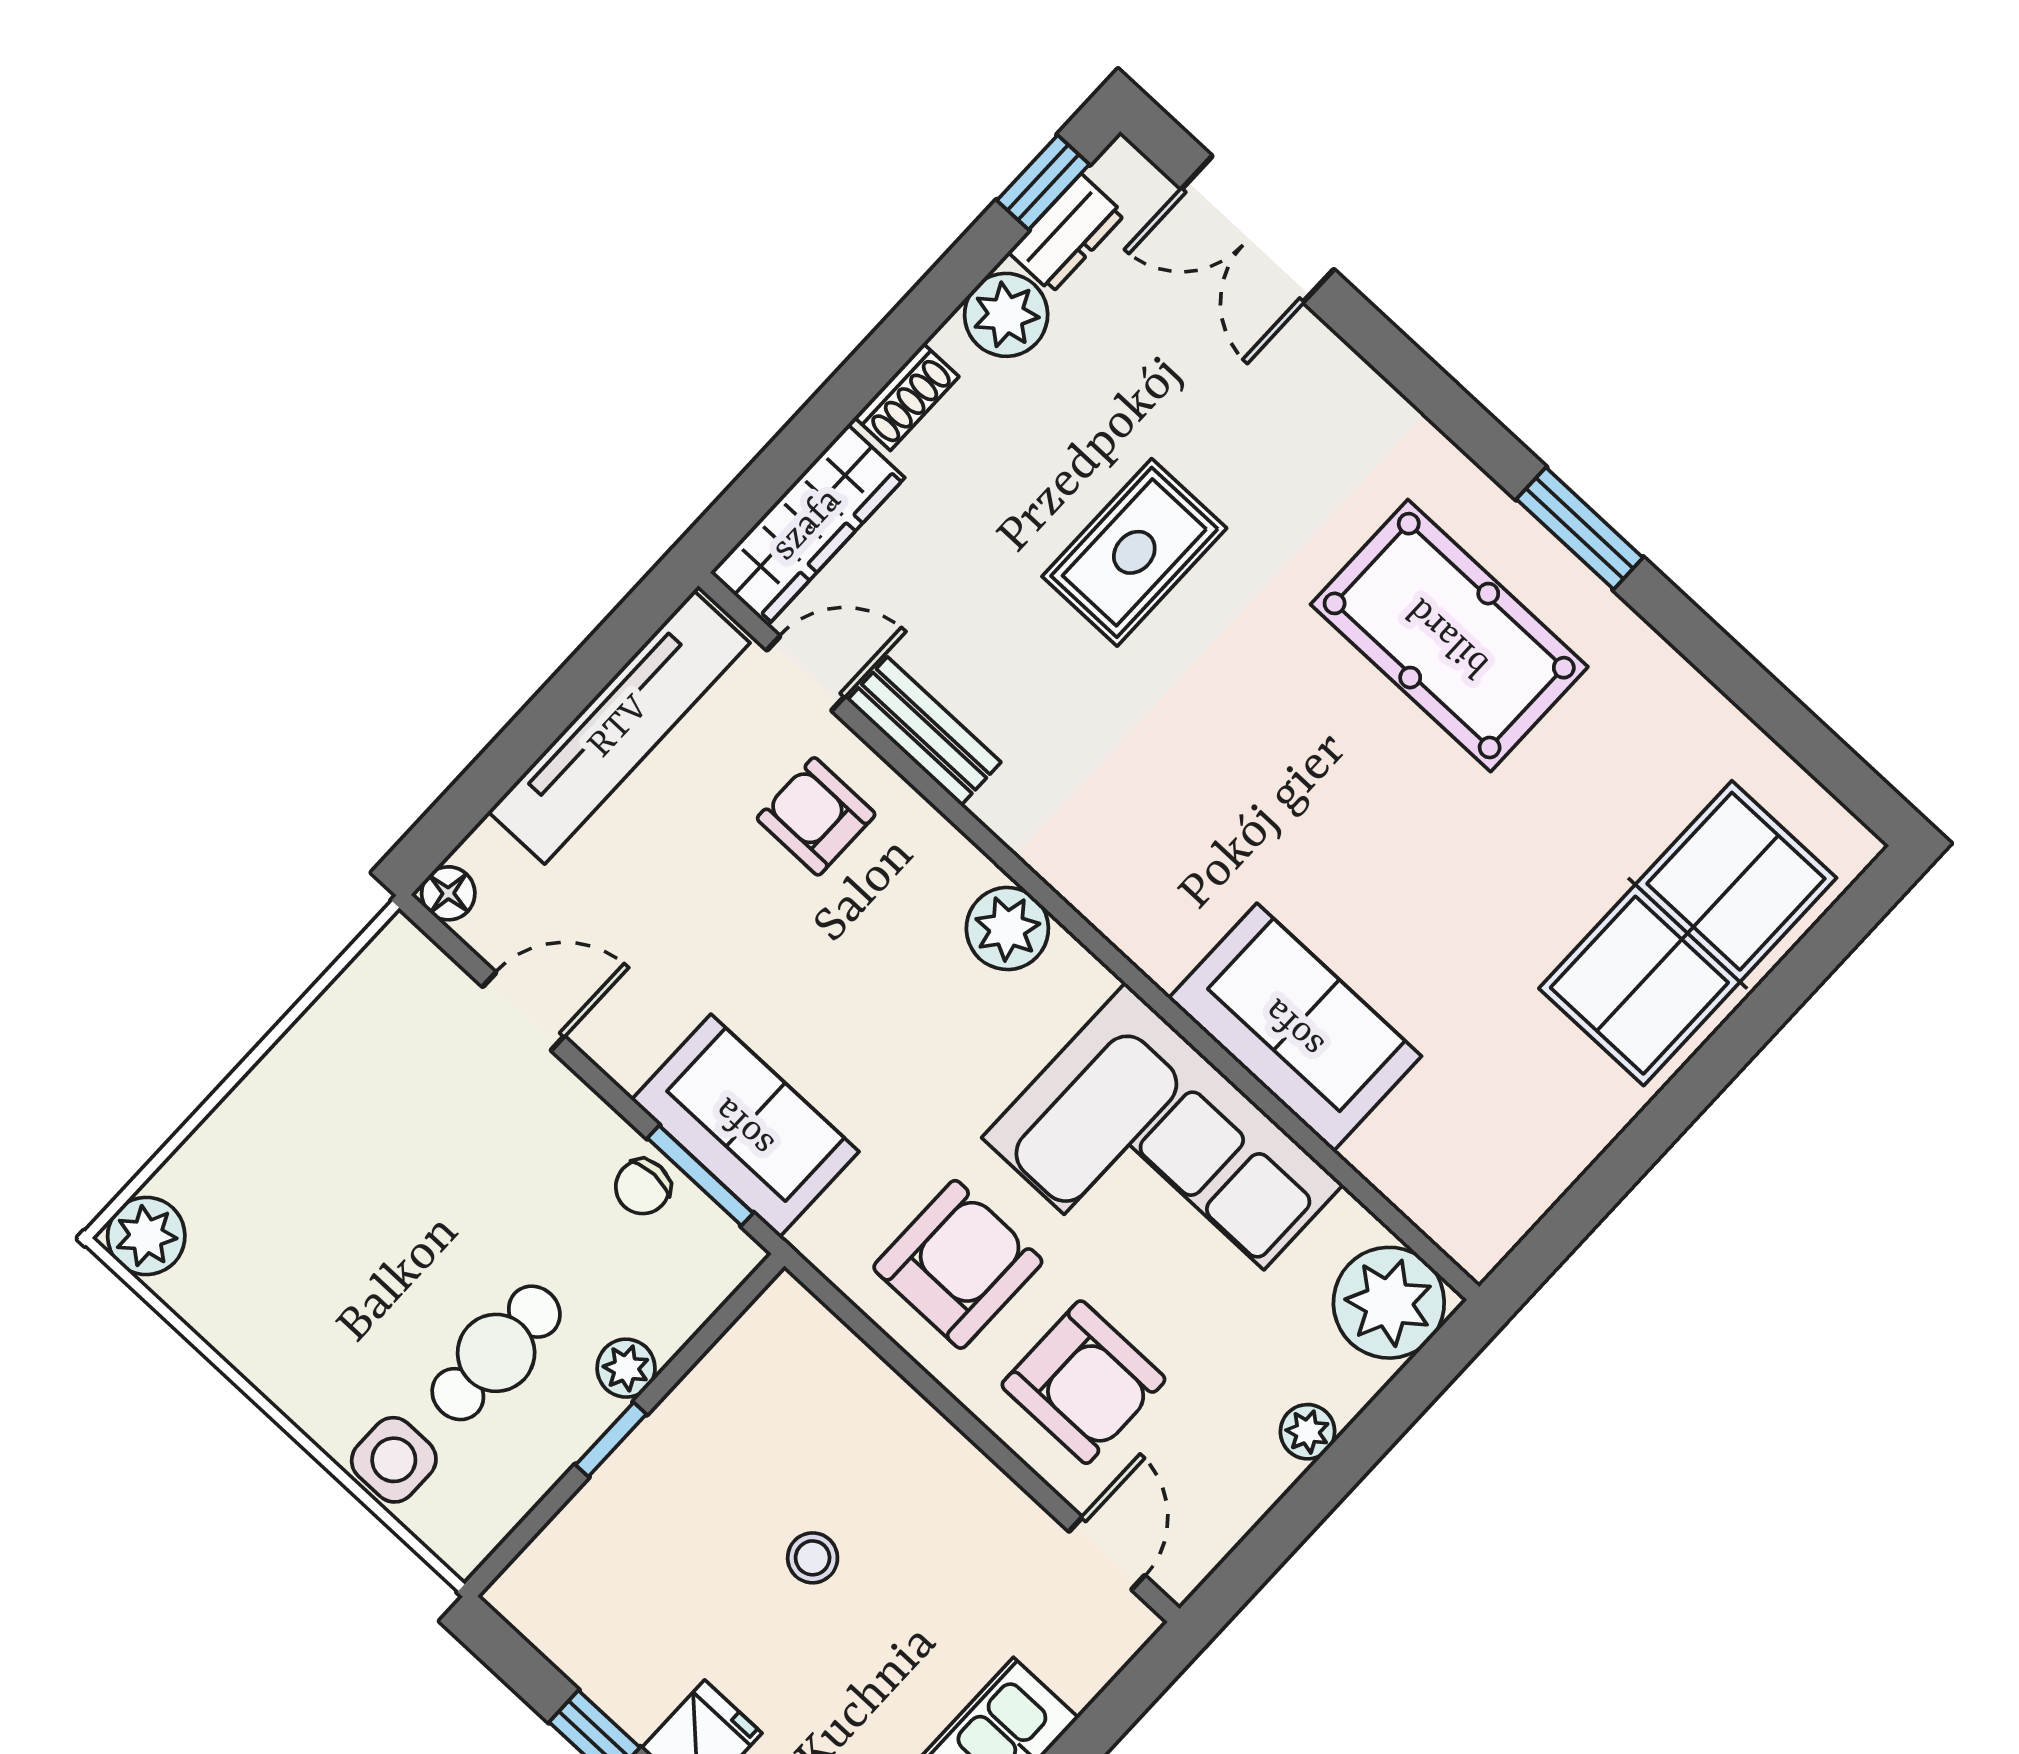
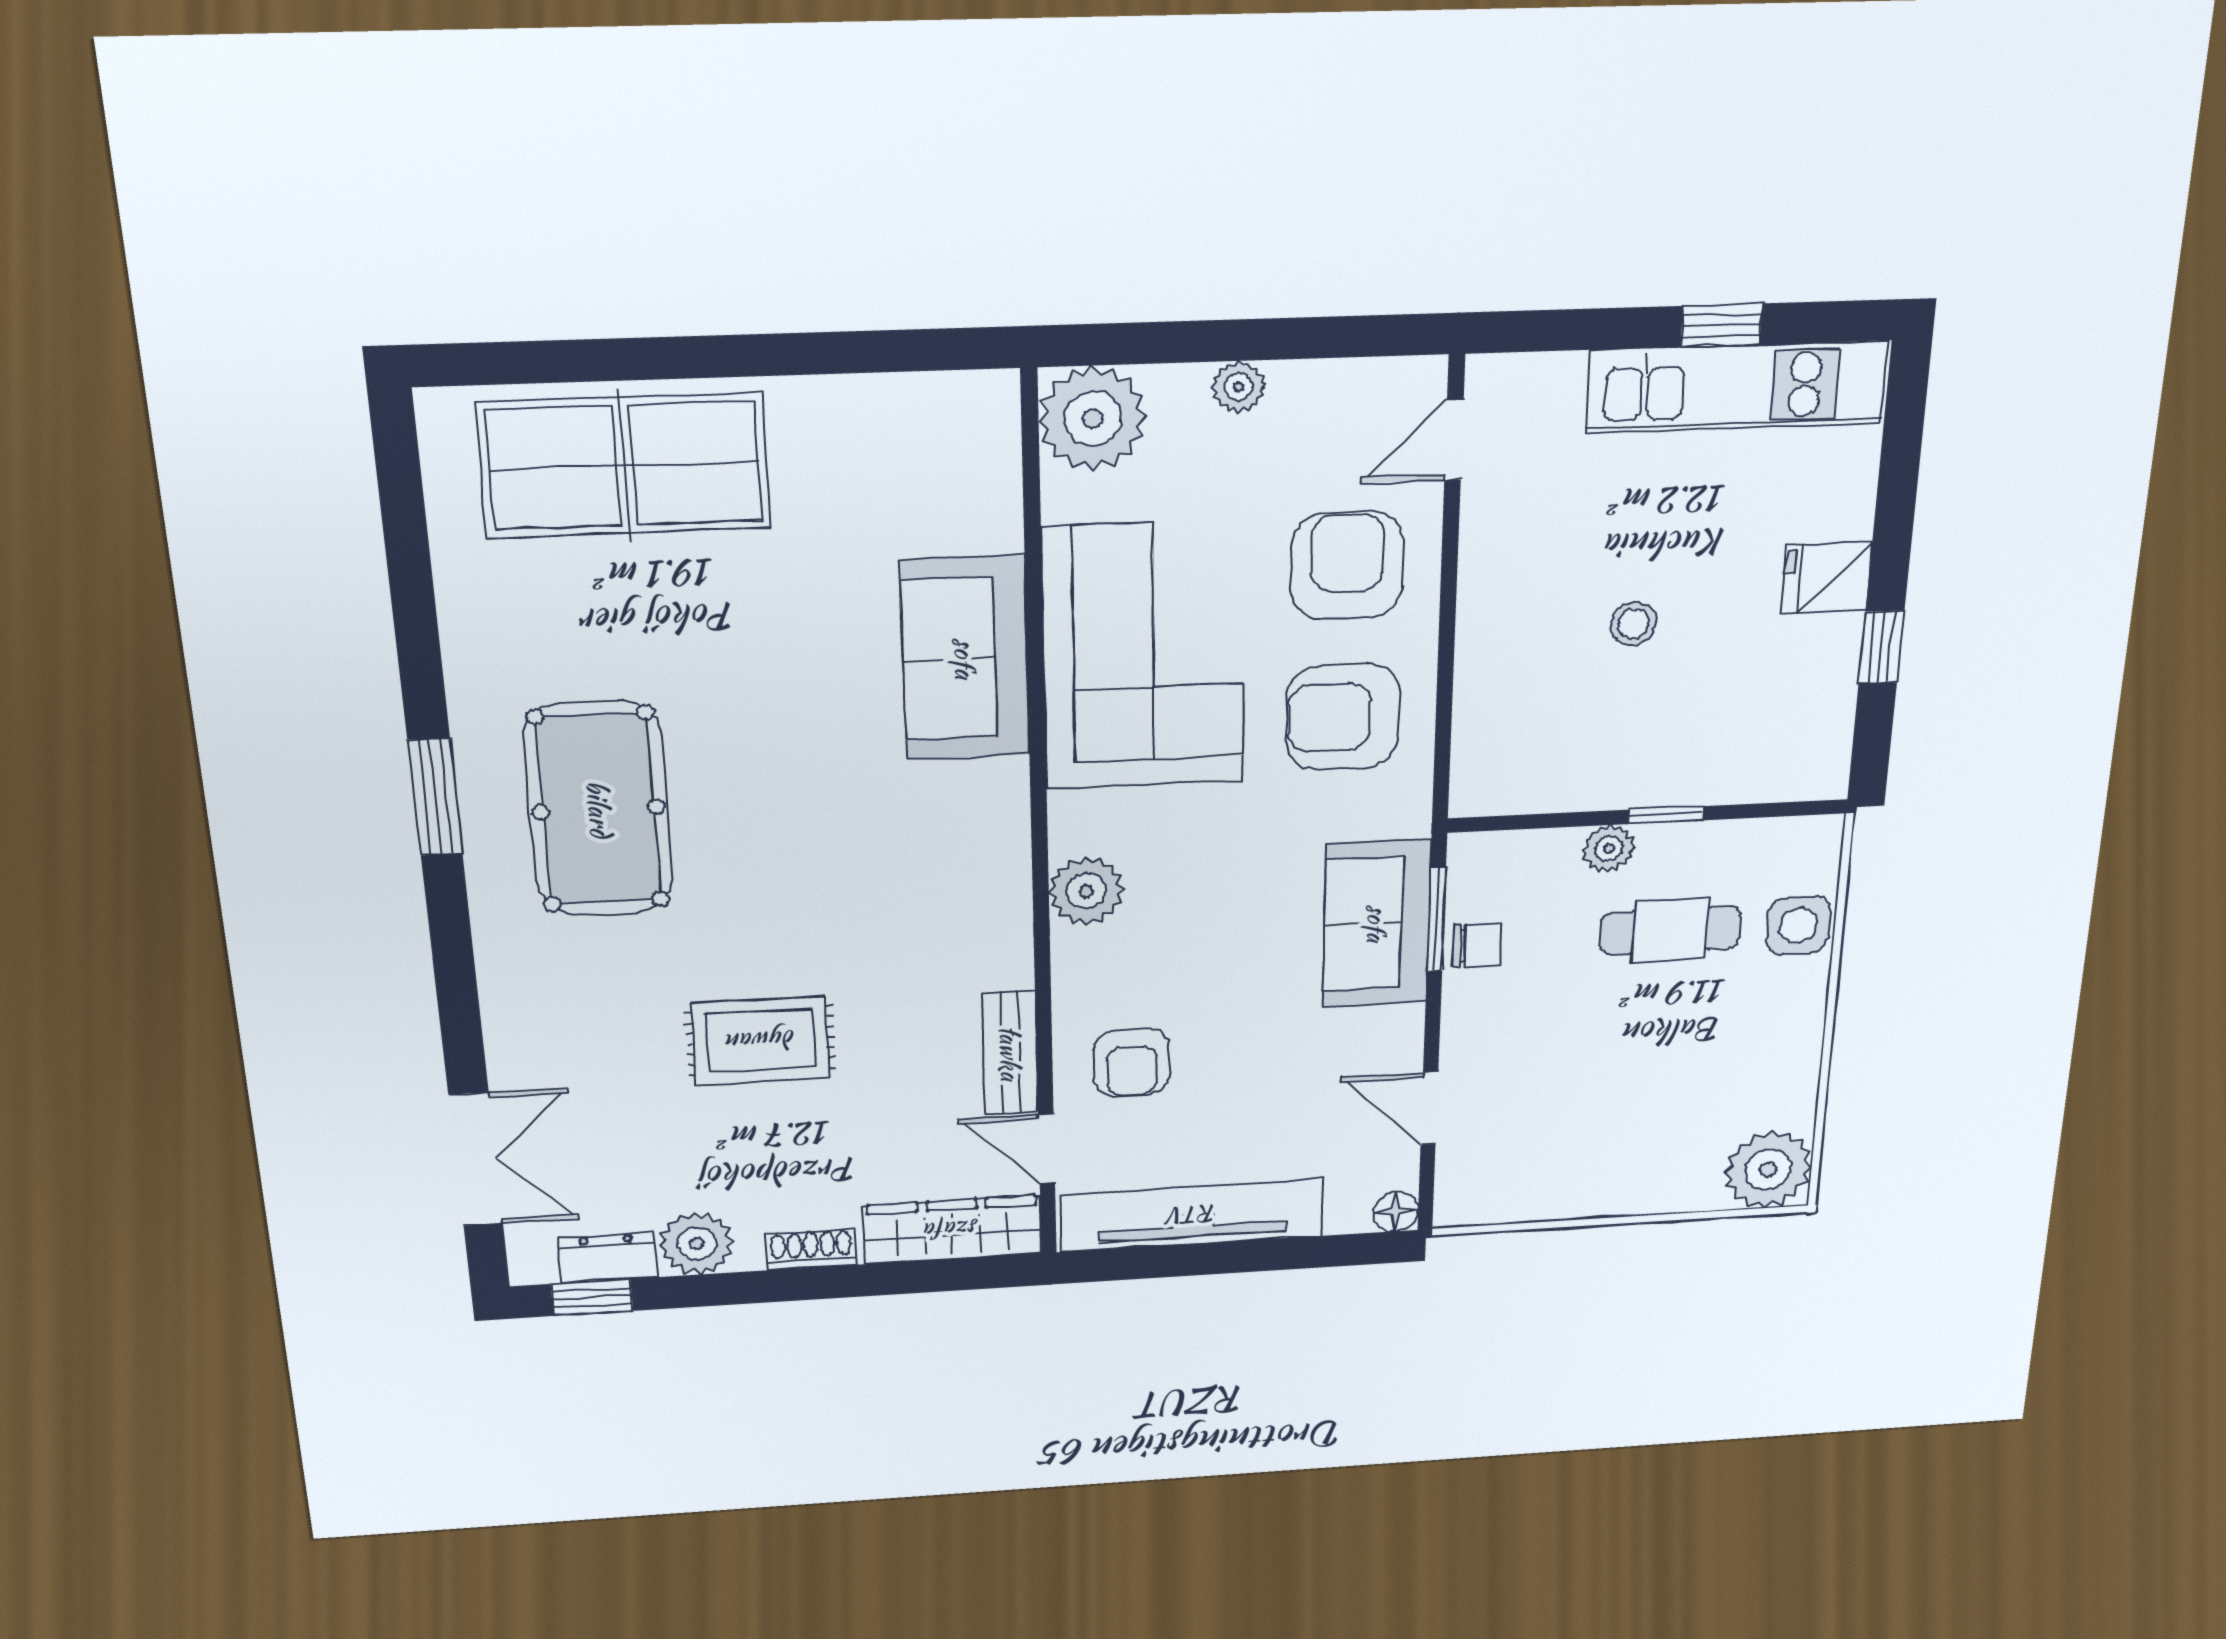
plant: (146, 1236) -> (1768, 1170), width x1.36, depth x1.36

